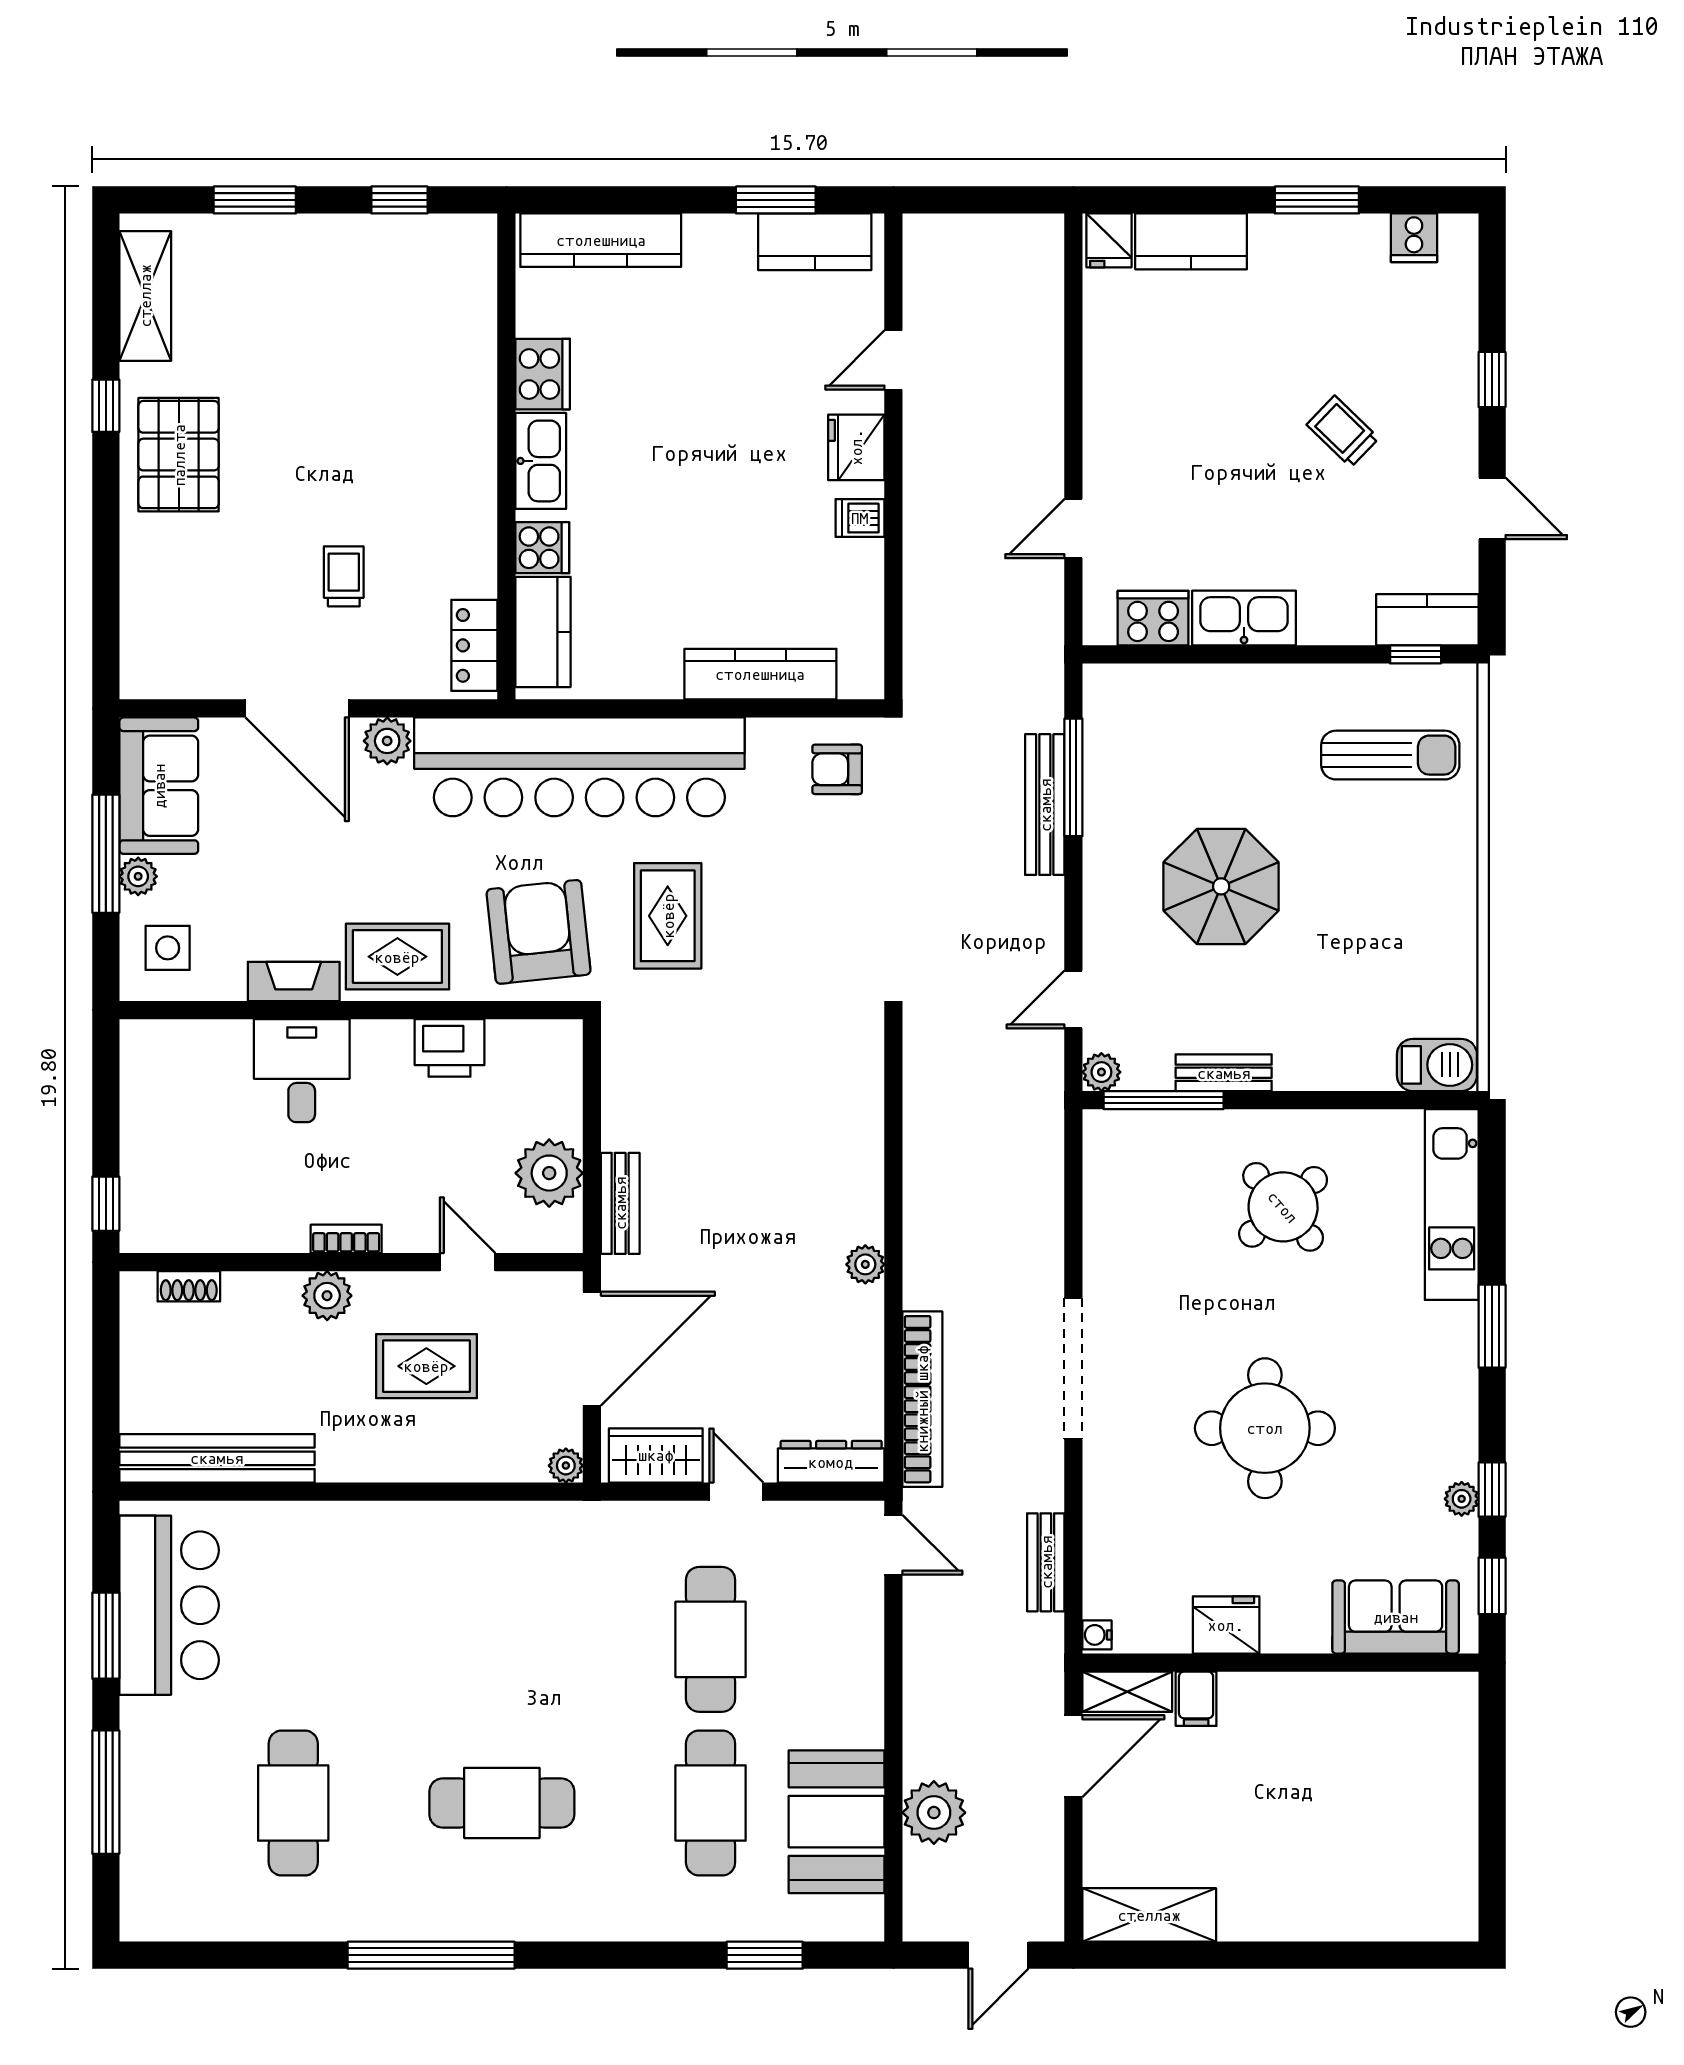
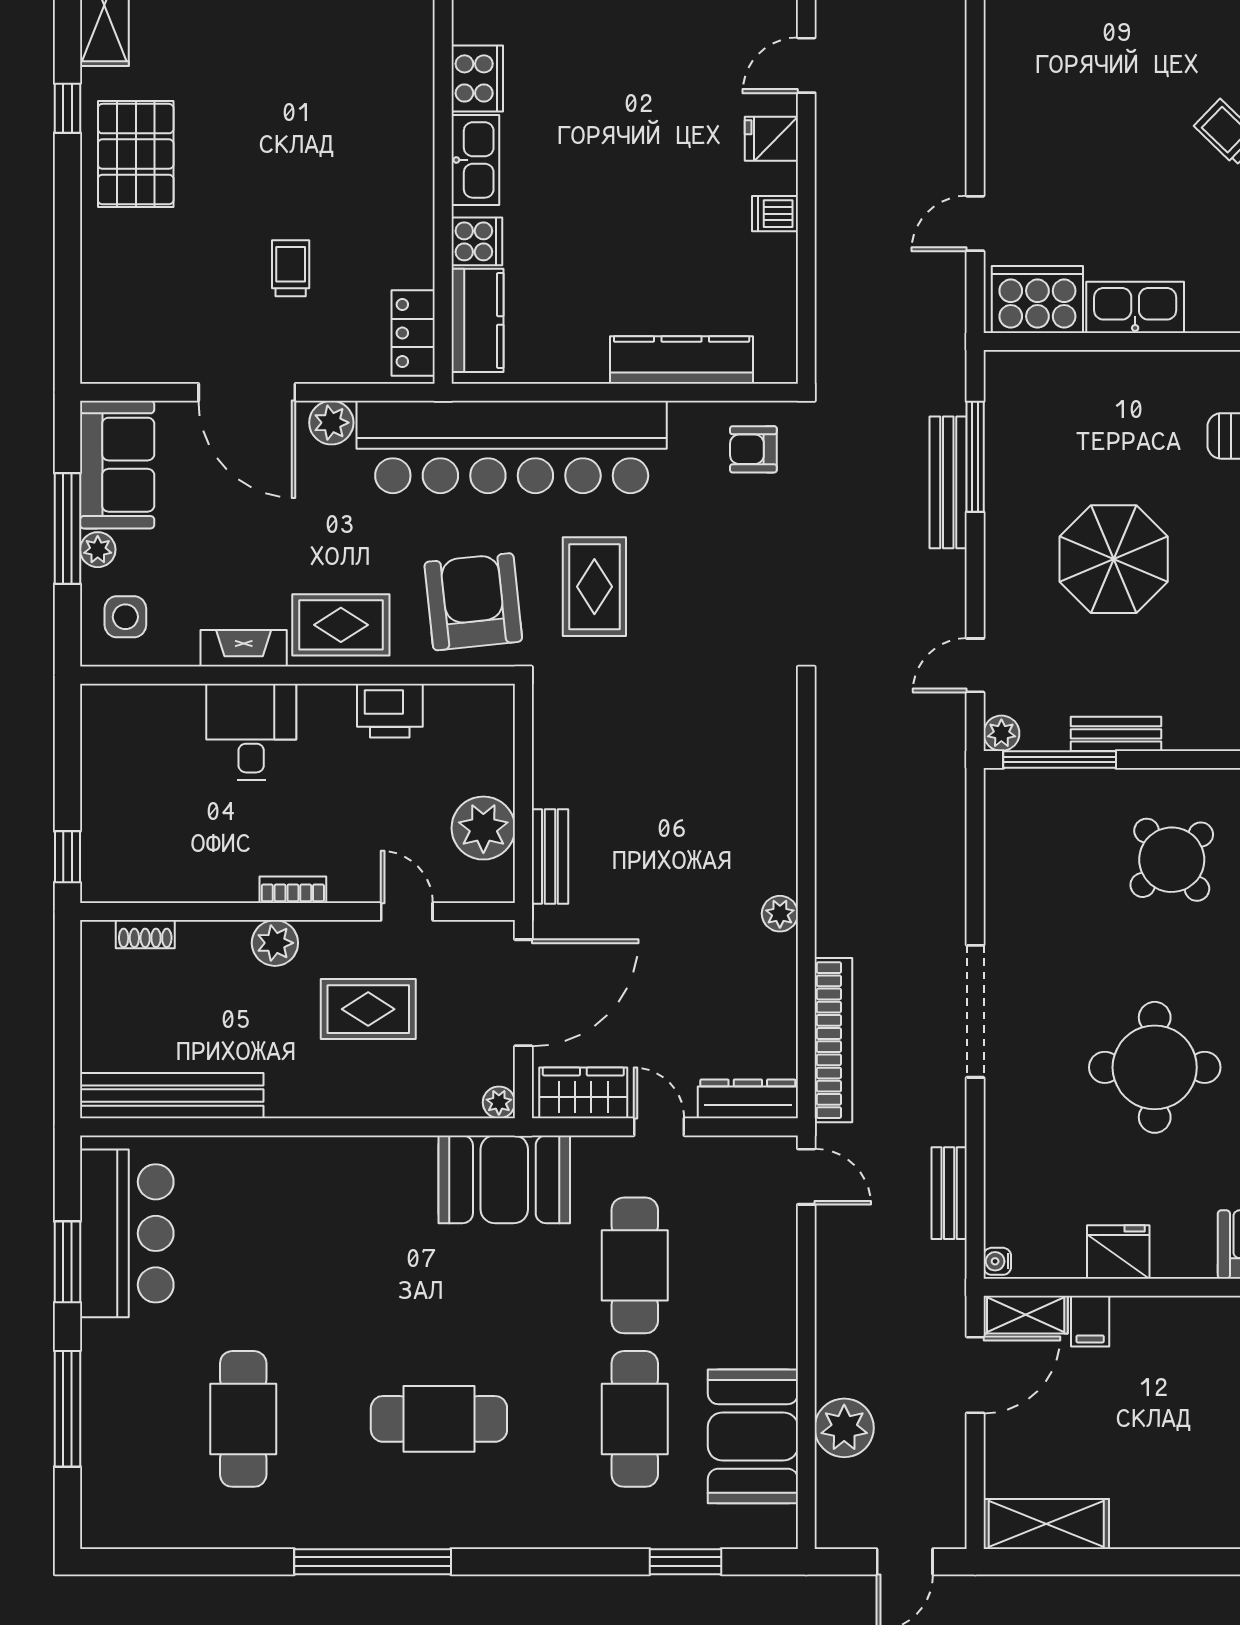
fridge: (856, 447) -> (771, 139), width x0.72
cooker: (1153, 618) -> (1037, 300), width x1.37, depth x1.31
booth: (572, 1548) -> (504, 1179), added

